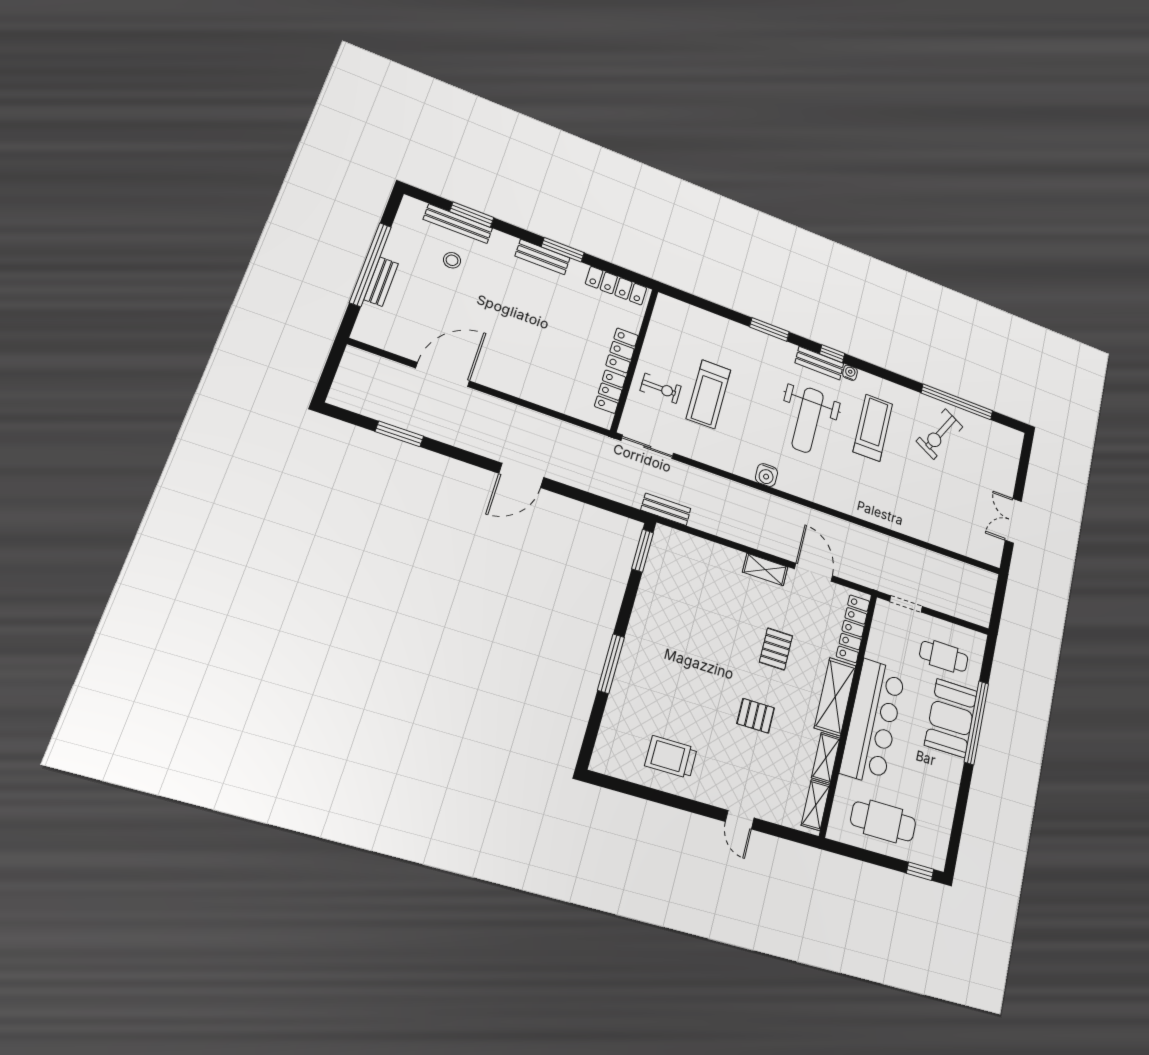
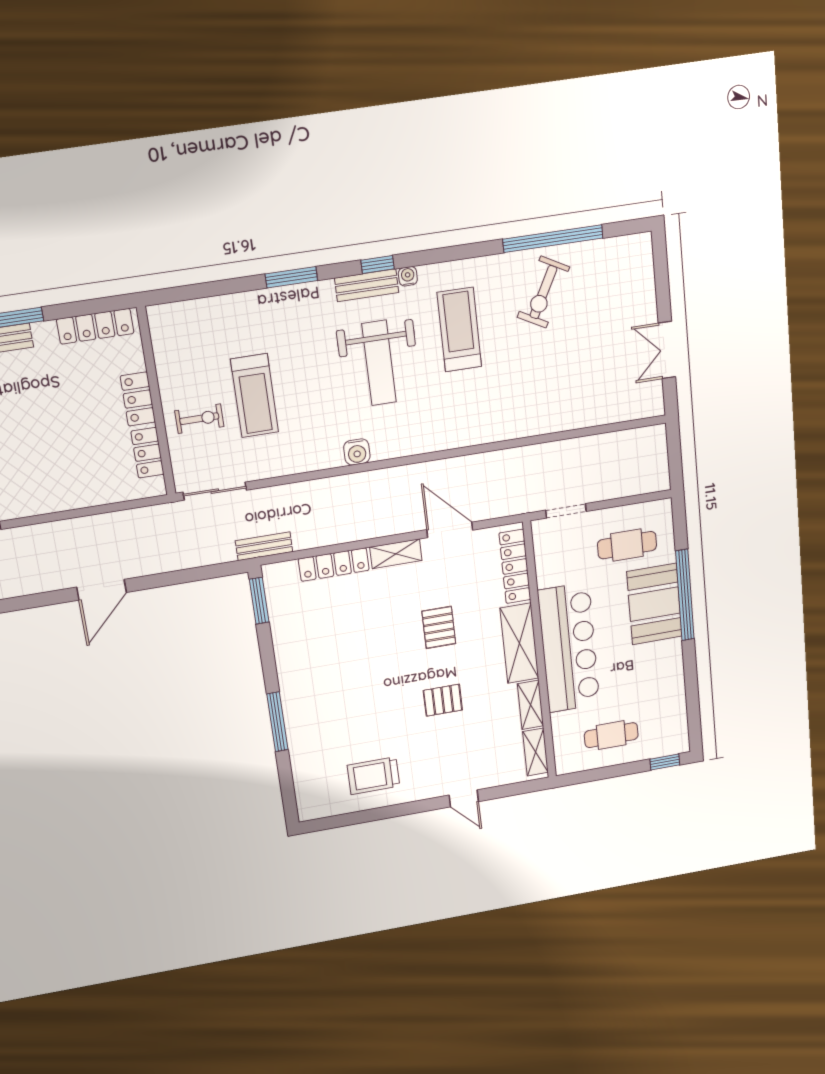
locker: (714, 553) -> (334, 565), added
cafe table: (883, 821) -> (611, 735), width x0.73, depth x0.74

